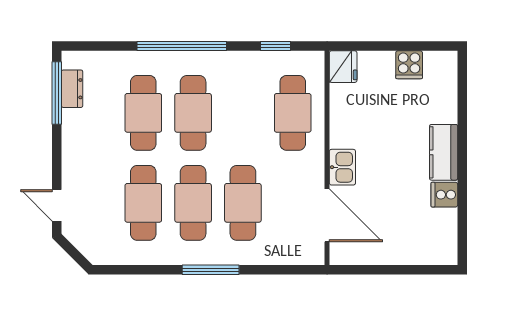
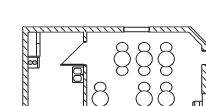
kitchen counter: (444, 152) -> (34, 44), moved
door: (327, 215) -> (85, 53), hinge flipped

